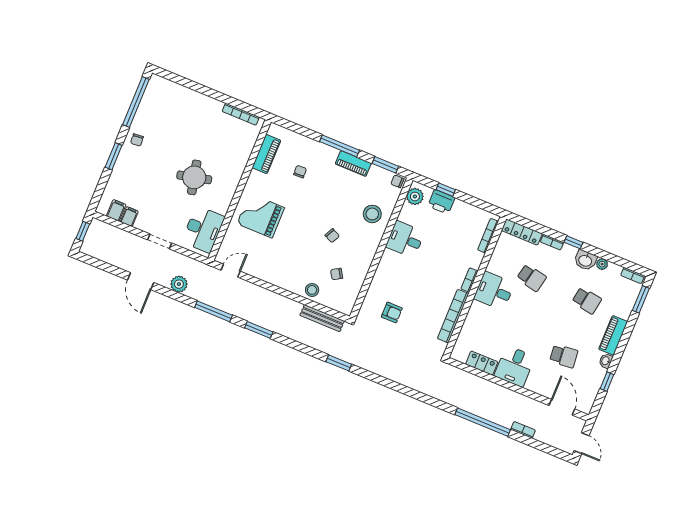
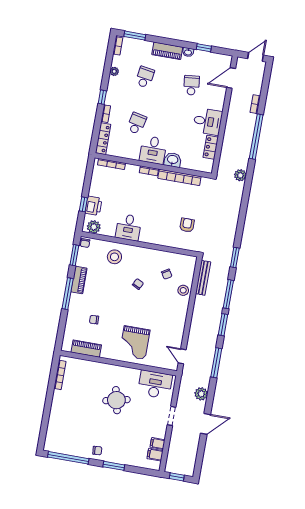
washbasin: (585, 260) -> (173, 160), moved, turned -90
window: (295, 345) -> (228, 294), added
plant: (439, 392) -> (240, 175), added

